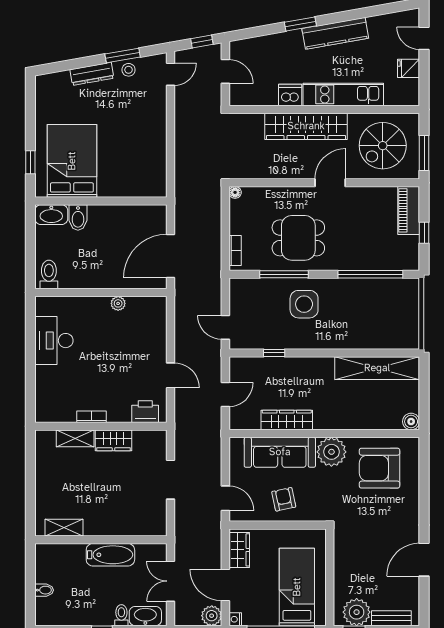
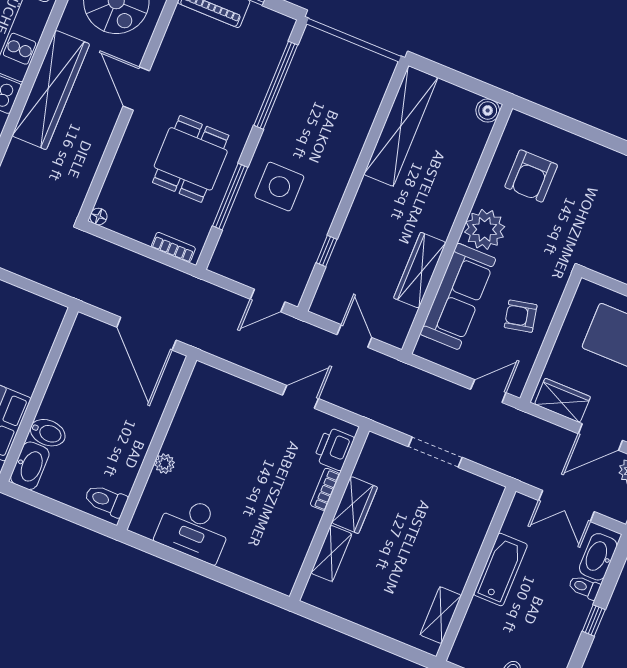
plant: (118, 303) -> (165, 464), moved
bookcase: (92, 417) -> (325, 489), moved
armchair: (380, 468) -> (531, 176), width x0.73, depth x0.73

